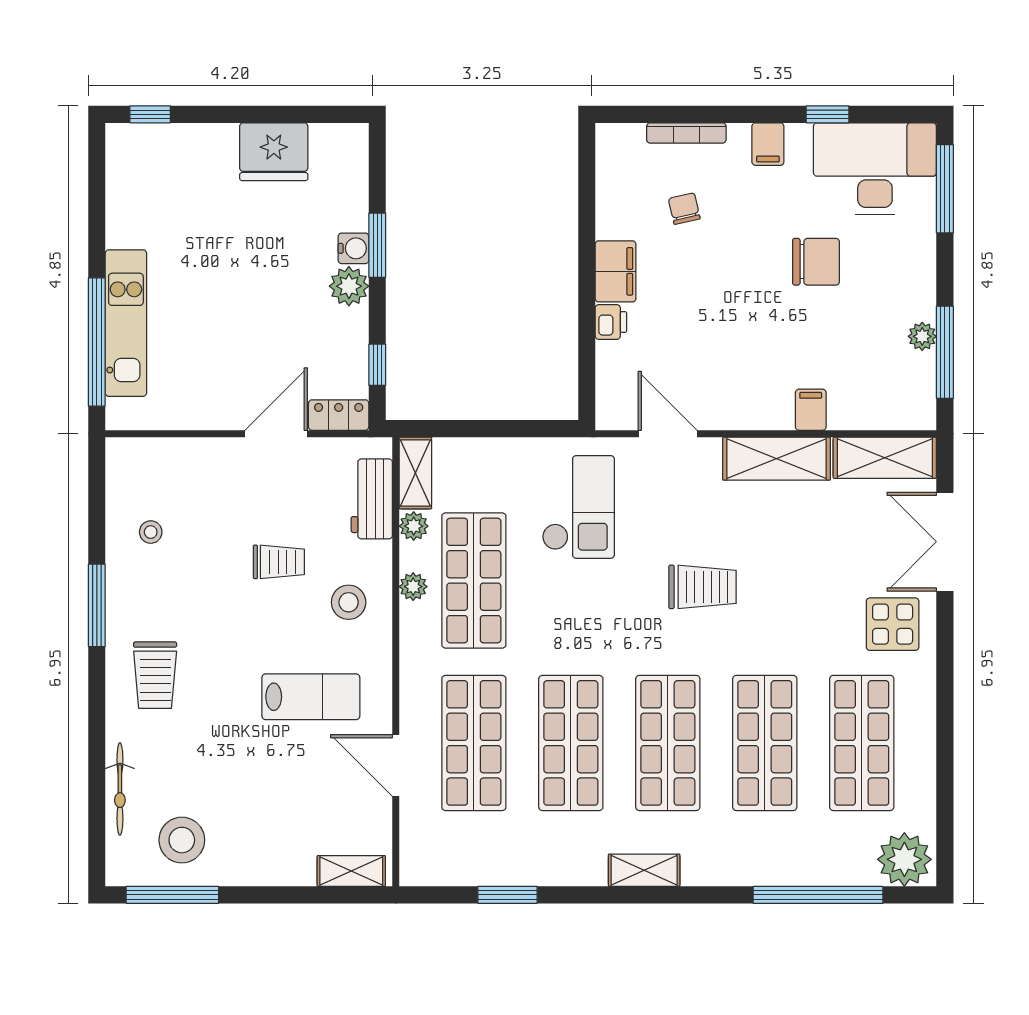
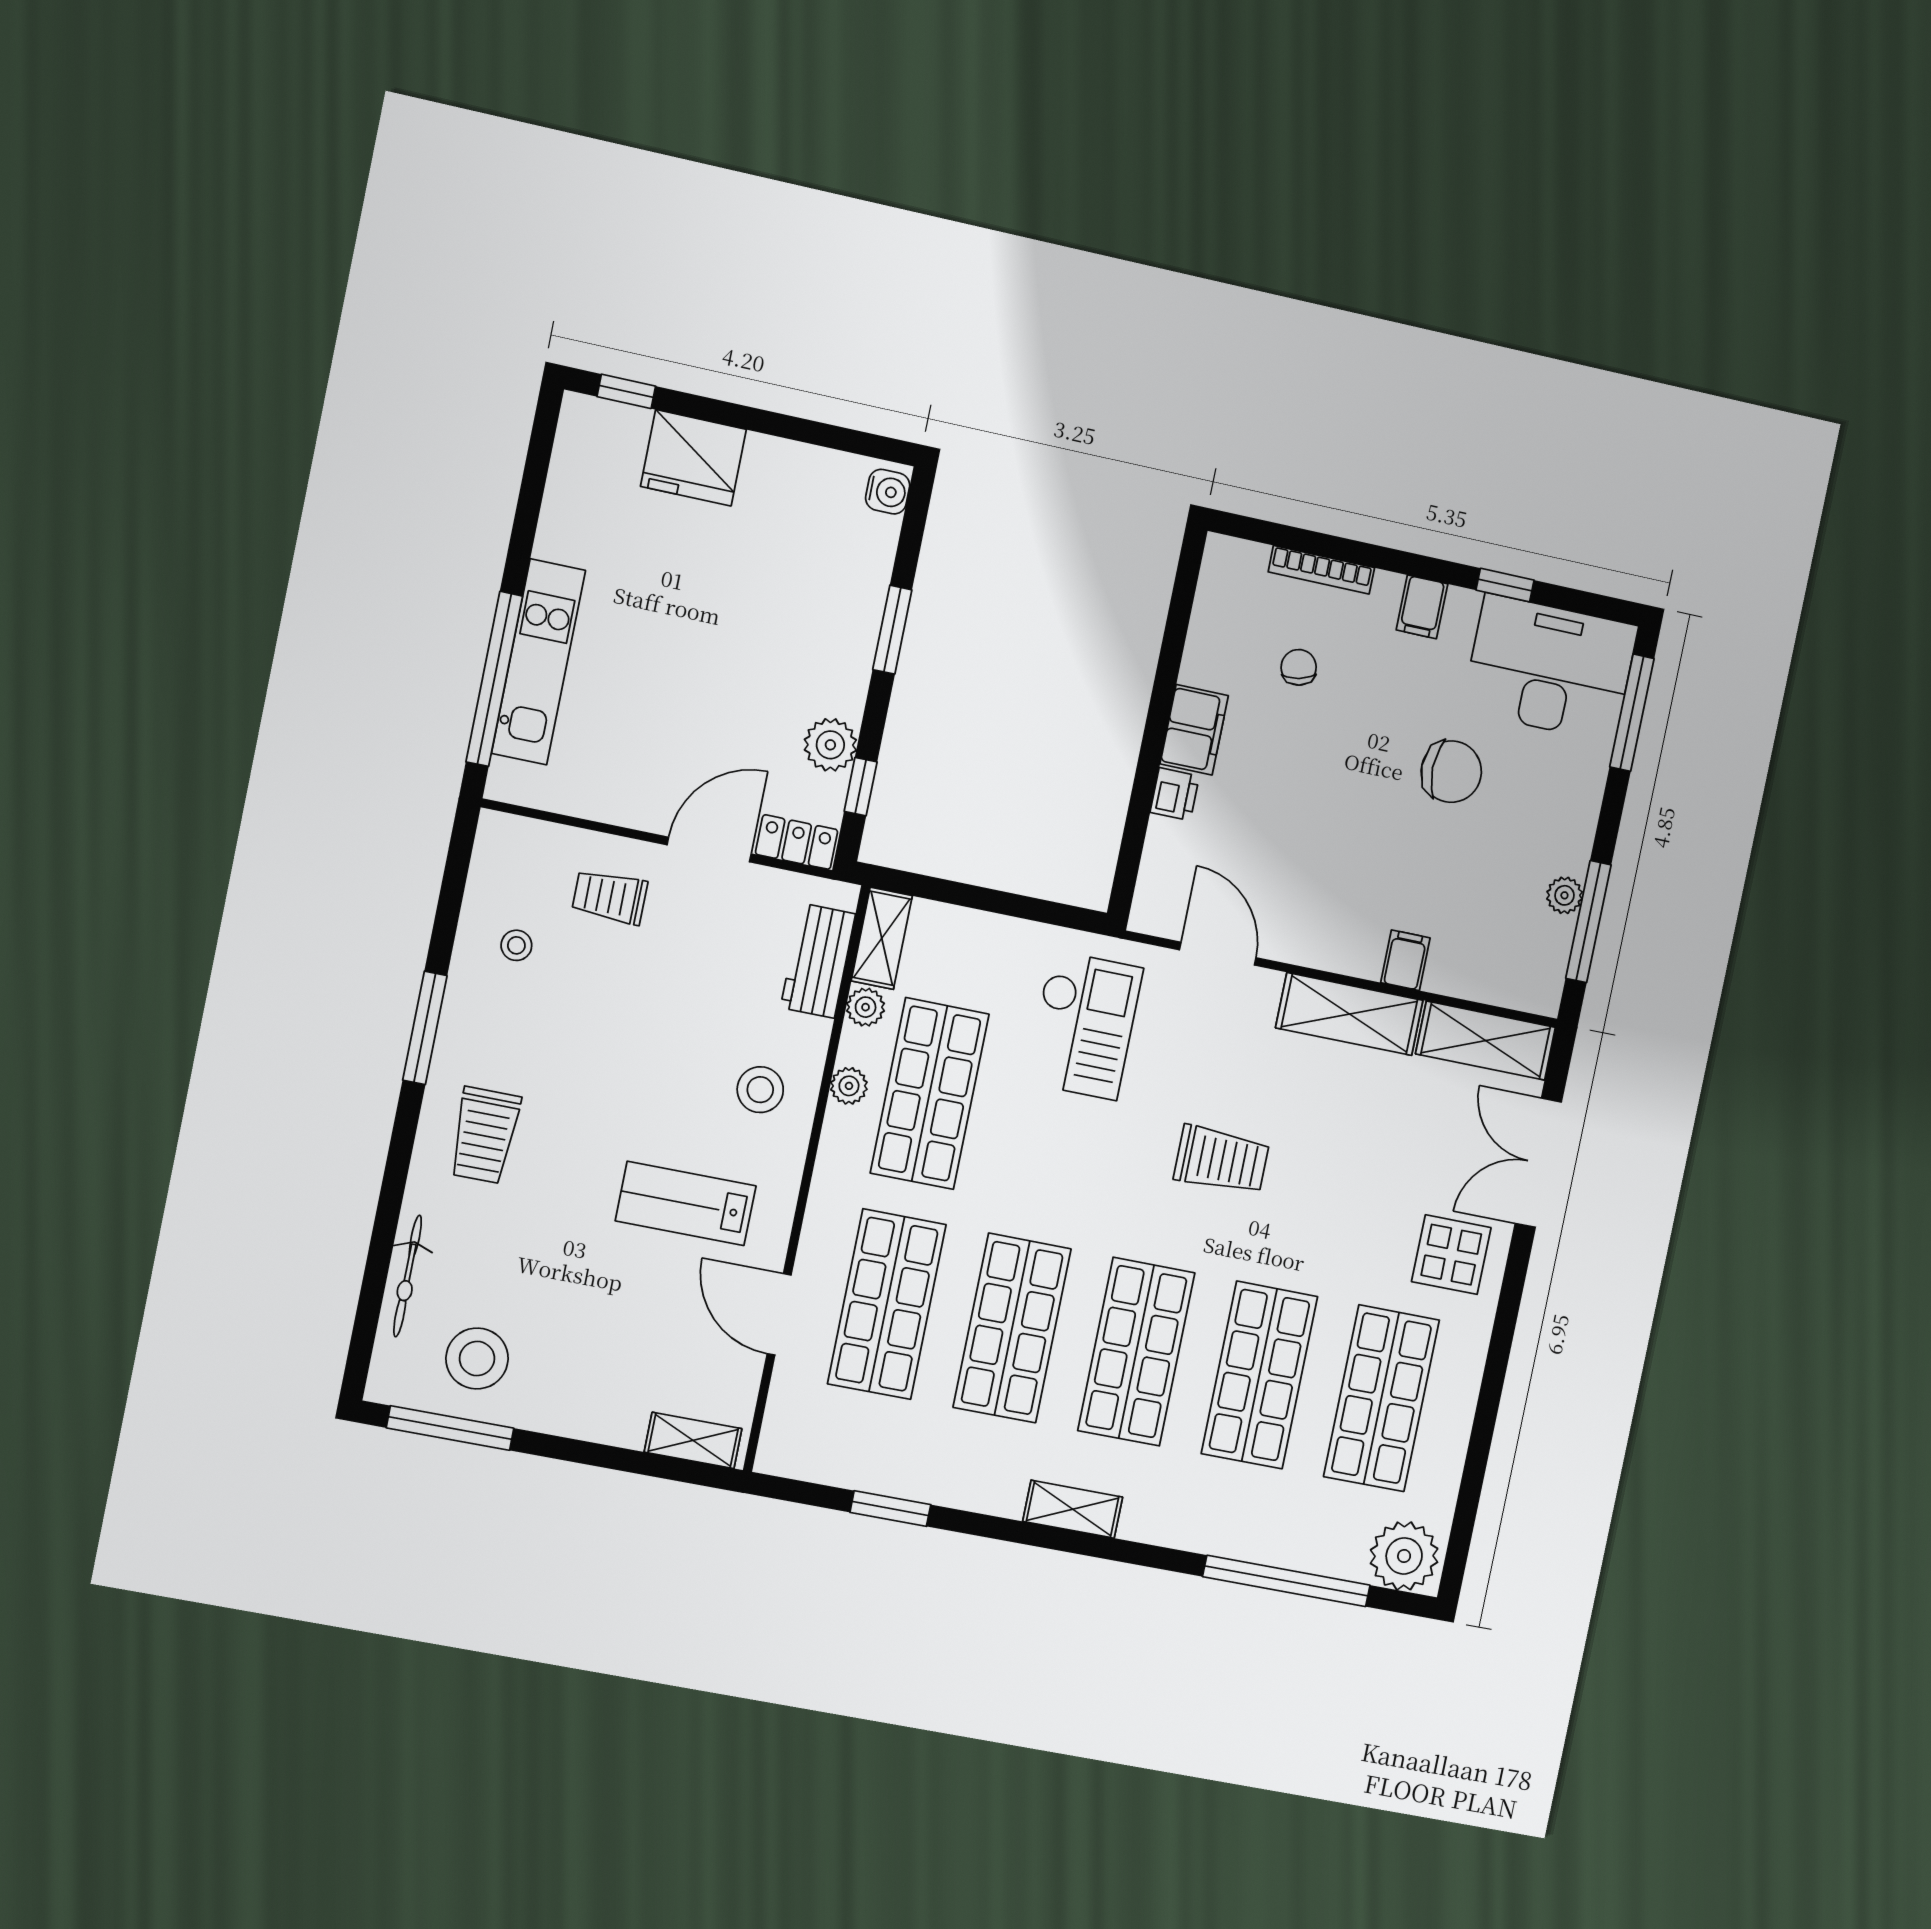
fridge: (274, 152) -> (693, 458), moved
water cooler: (353, 248) -> (888, 492), moved
plant: (349, 286) -> (830, 745), moved
trolley: (279, 562) -> (610, 897), moved, turned 180
lab bench: (311, 697) -> (686, 1203), turned 180

